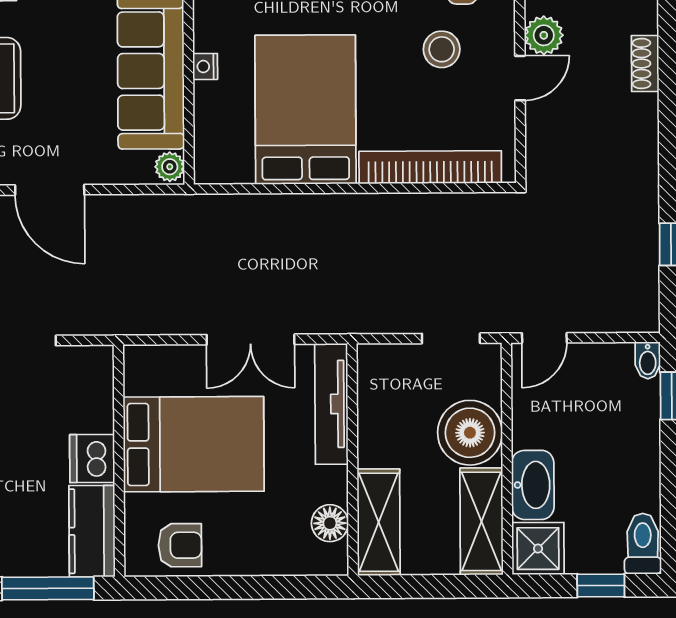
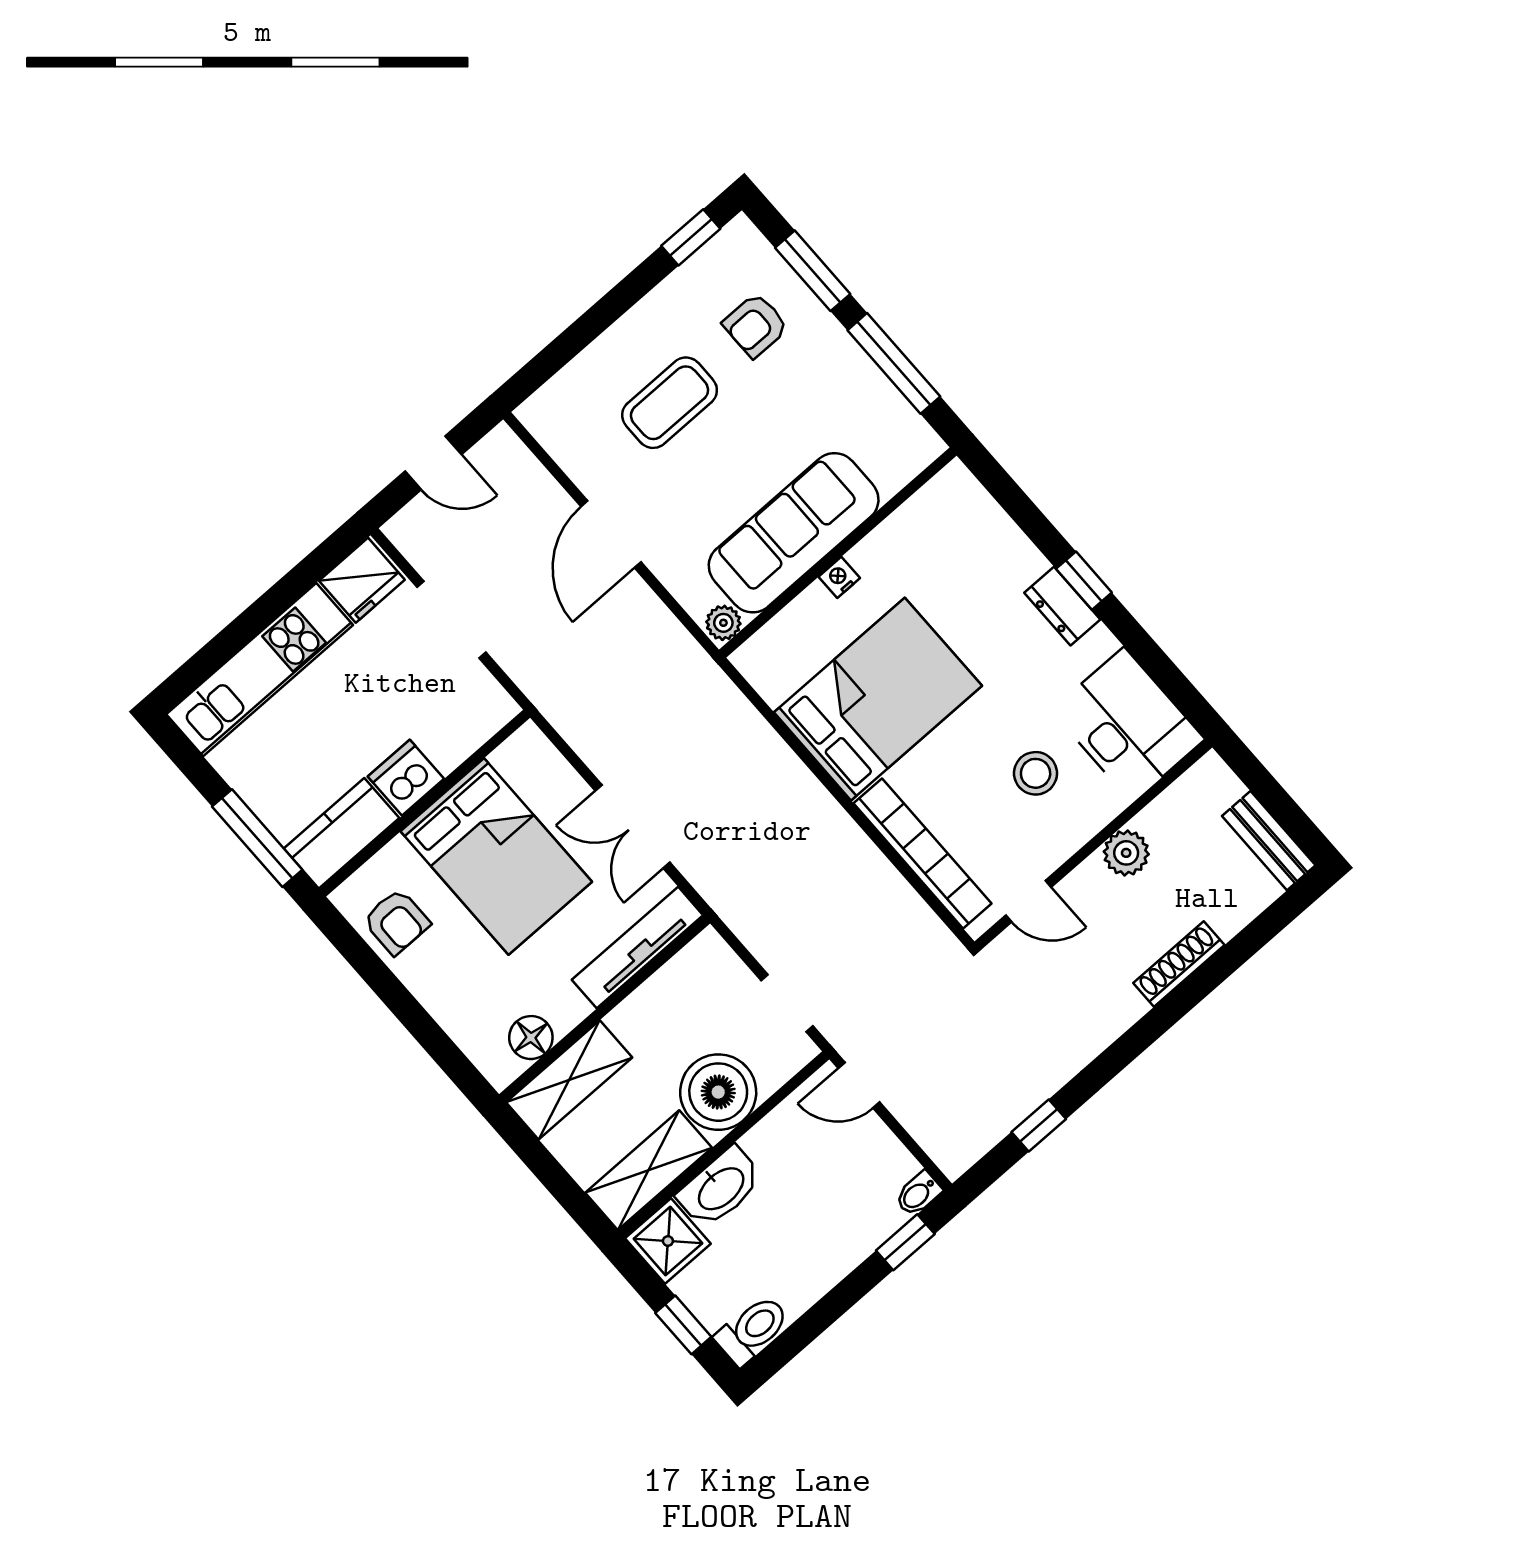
shoe rack: (645, 63) -> (1179, 964), width x1.43
door: (520, 78) -> (1028, 901), moved

